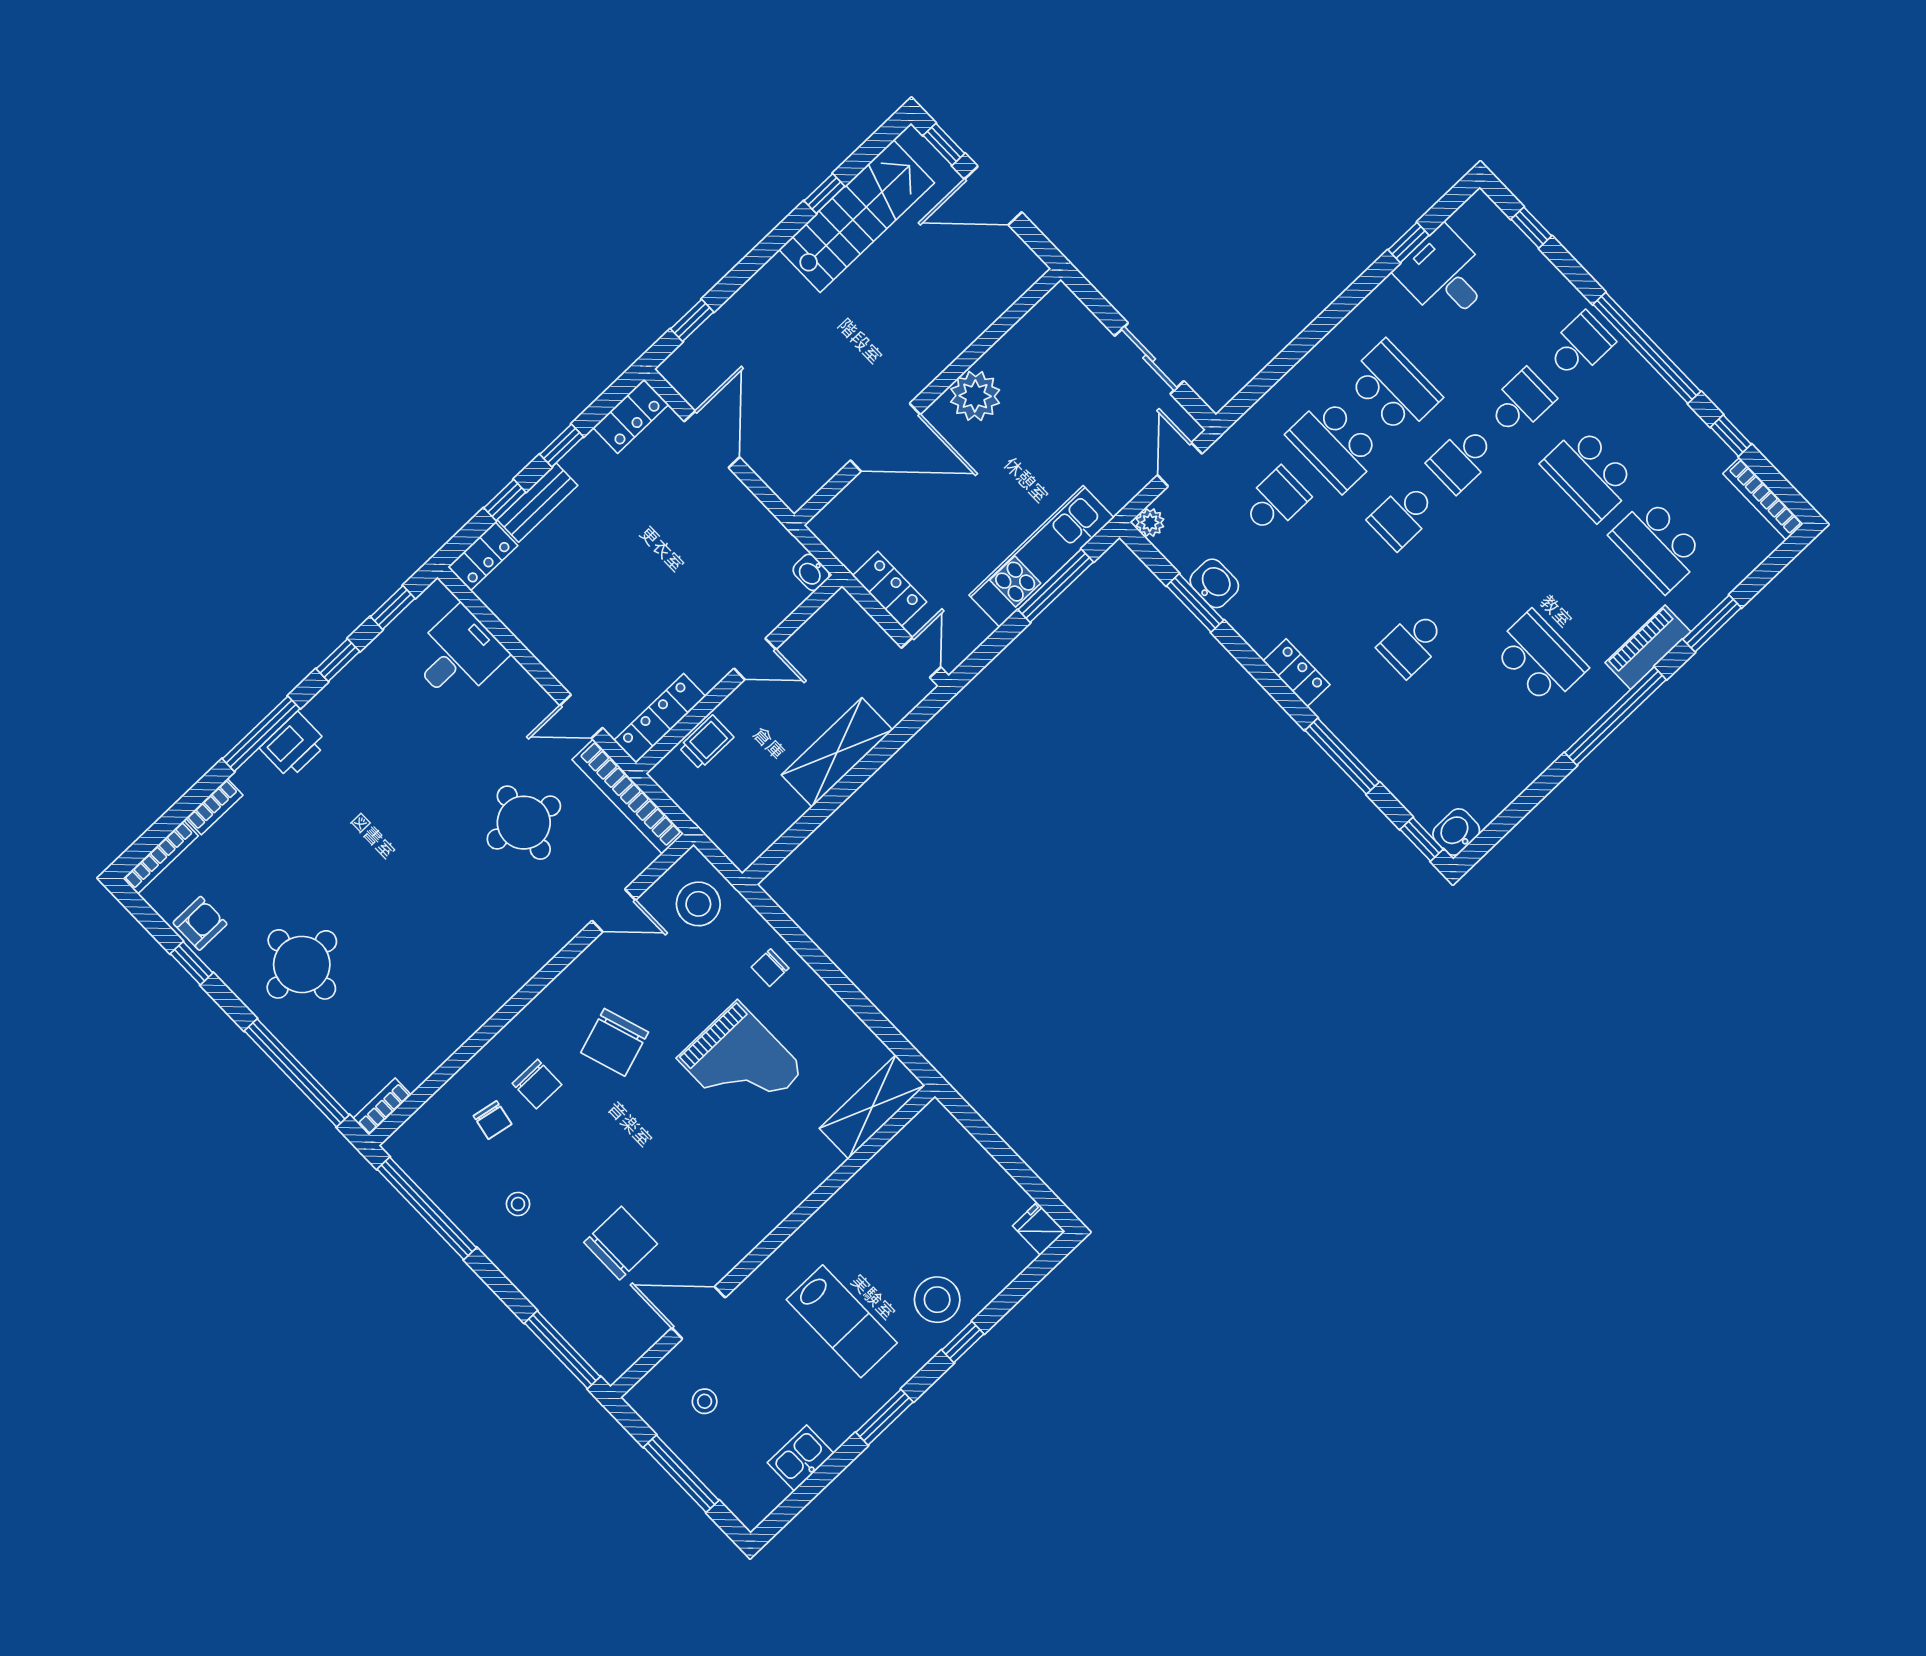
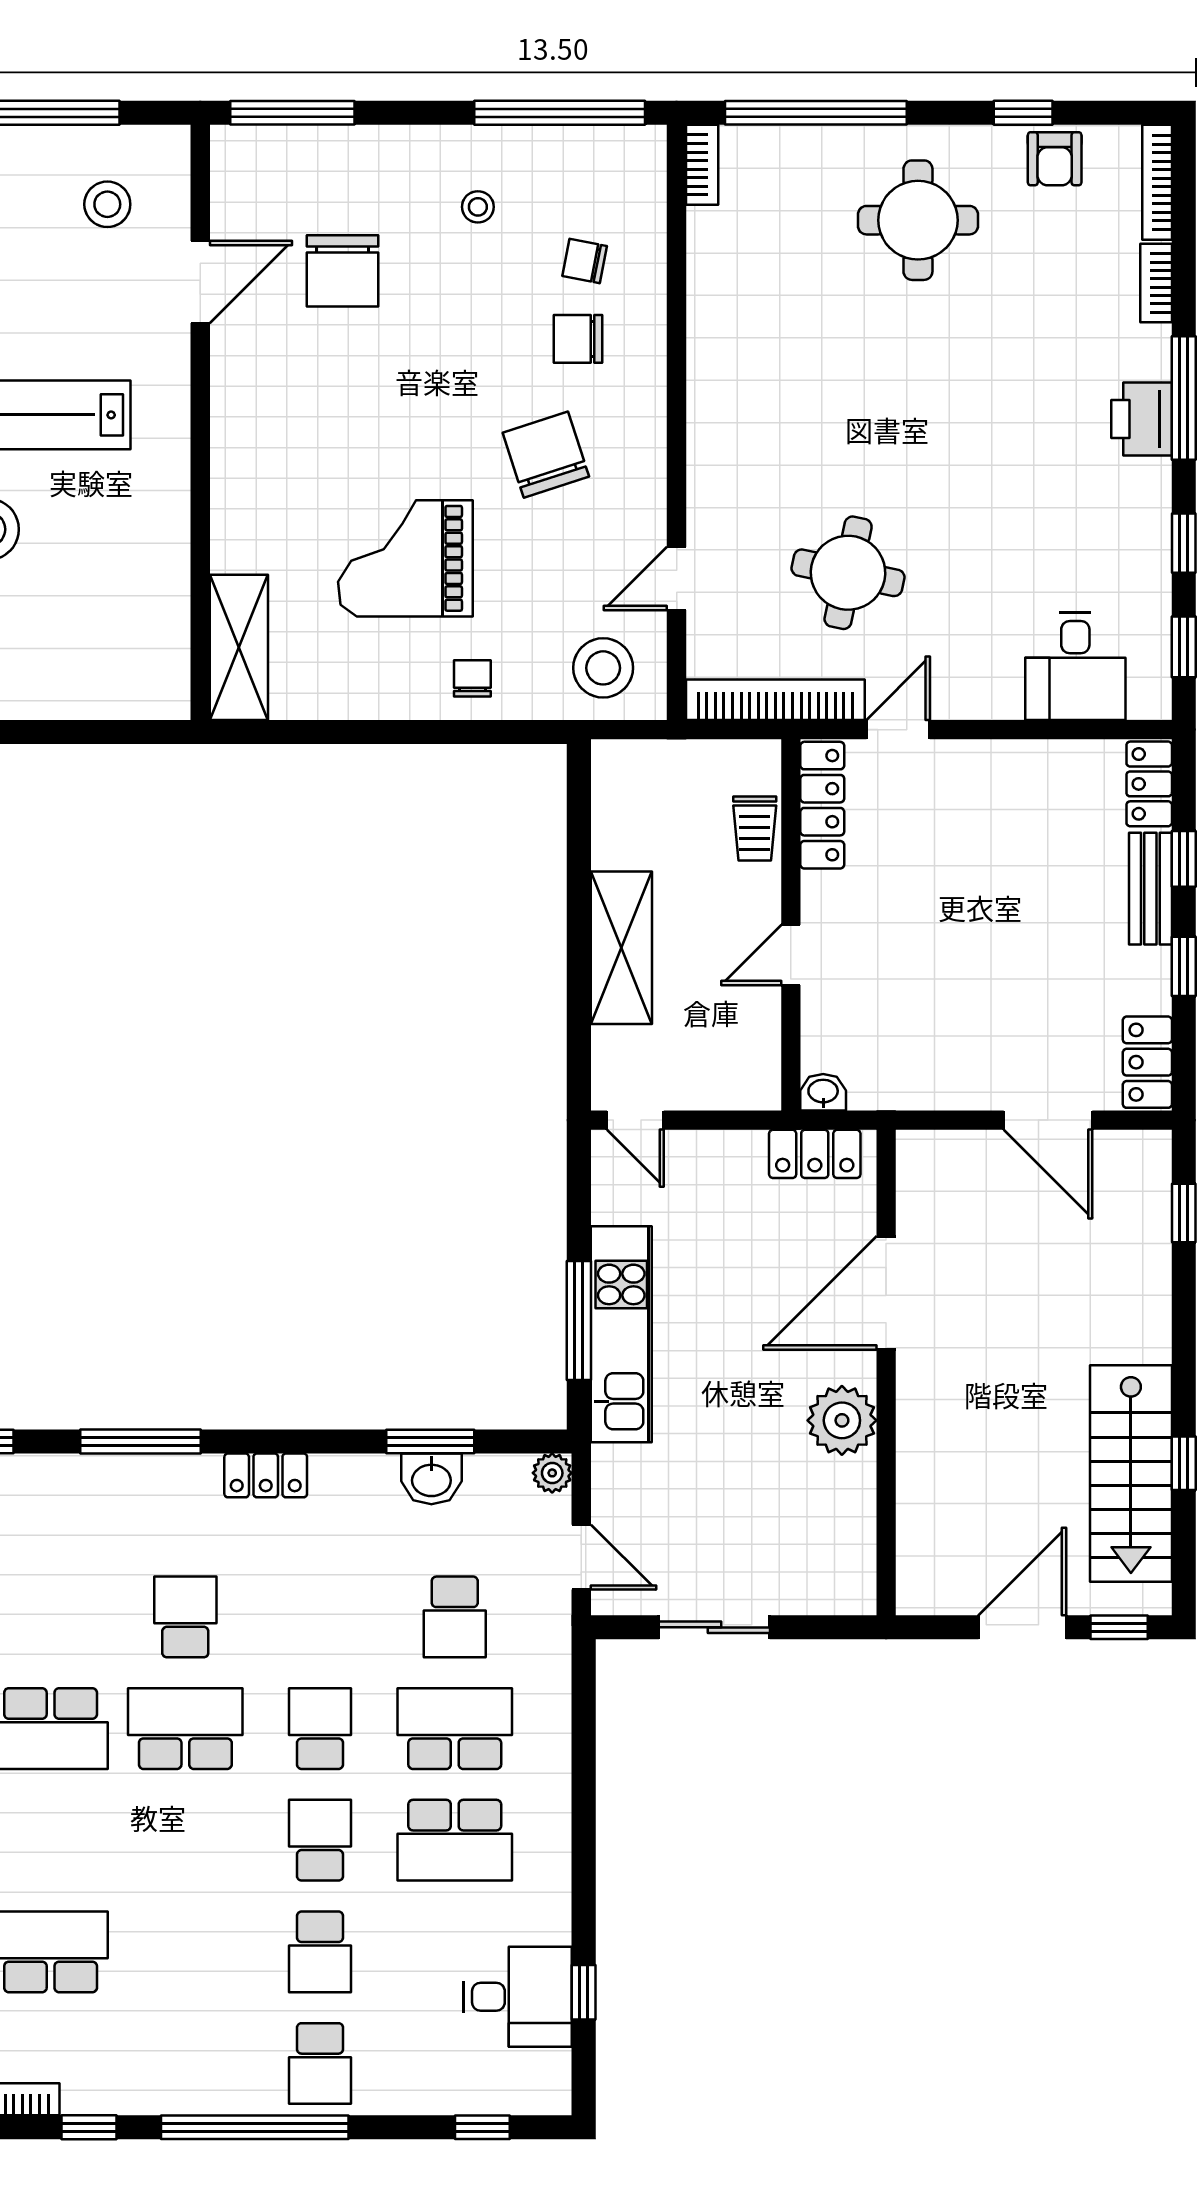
school desk: (1589, 474) -> (185, 1729), moved
locker: (890, 589) -> (815, 1154), moved
stool: (705, 1401) -> (107, 204), width x1.37, depth x1.37

